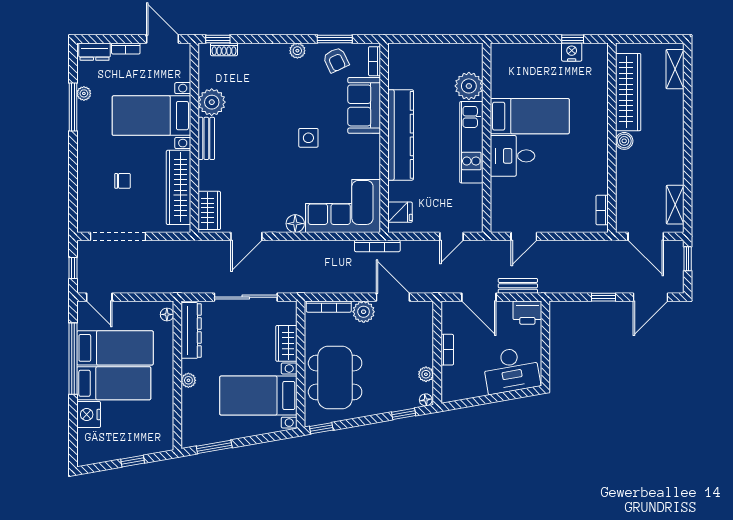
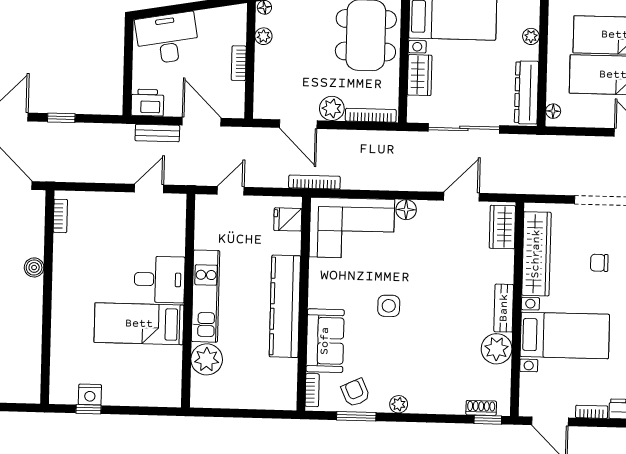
wardrobe: (628, 92) -> (27, 348), removed
boiler: (624, 141) -> (34, 267), moved

